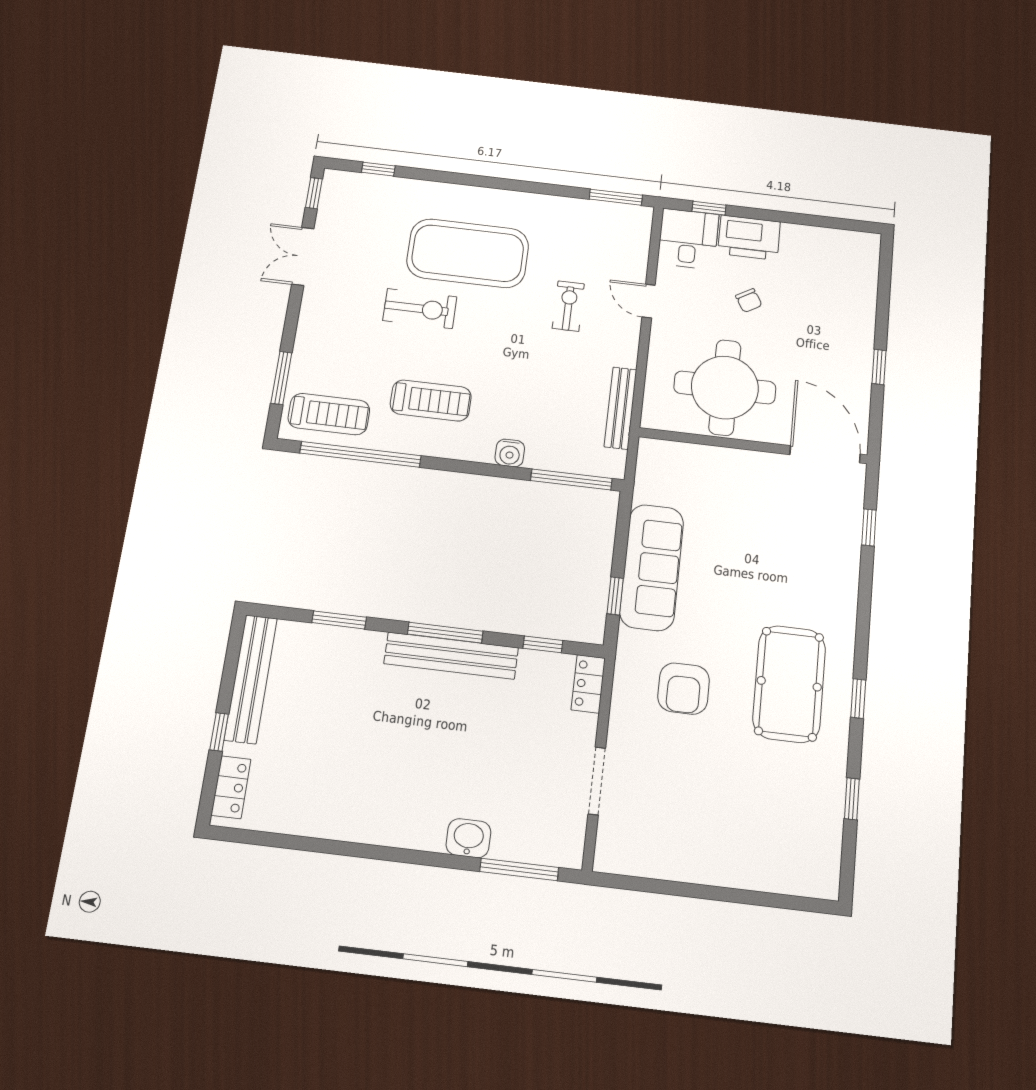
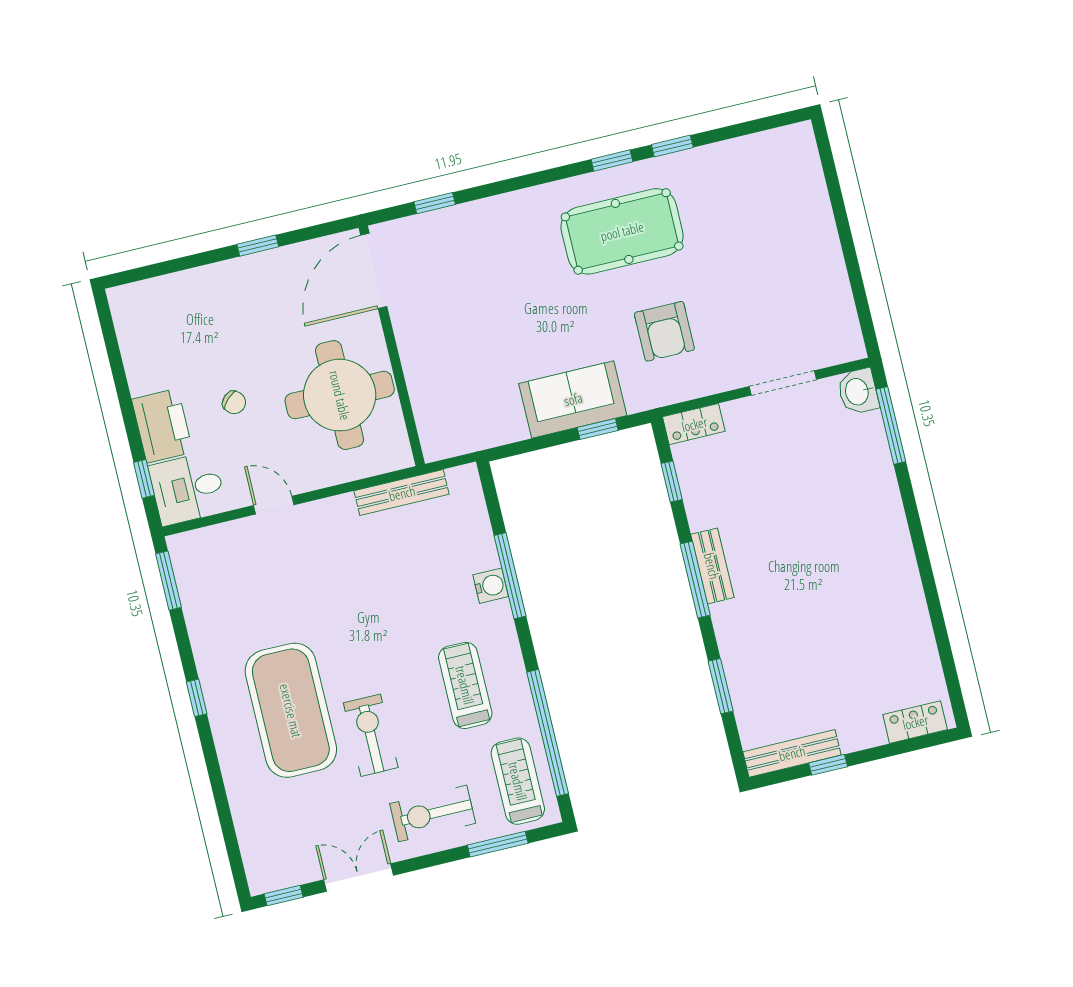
window: (378, 169) -> (197, 698), moved
double door: (303, 256) -> (359, 878), swing flipped
door: (649, 301) -> (274, 505), swing flipped
chair: (749, 301) -> (234, 402), turned 77
exercise bike: (568, 306) -> (433, 813), moved, width x1.38, depth x1.39
window: (571, 479) -> (510, 576), moved
sofa: (652, 567) -> (573, 399), width x0.73
bench: (451, 656) -> (712, 566), width x0.54, depth x0.82
bench: (251, 679) -> (792, 753), width x0.73, depth x0.82
armchair: (684, 689) -> (664, 331), turned 90
window: (219, 732) -> (828, 765), moved
window: (852, 799) -> (672, 146), moved
washbasin: (468, 838) -> (858, 391), moved

